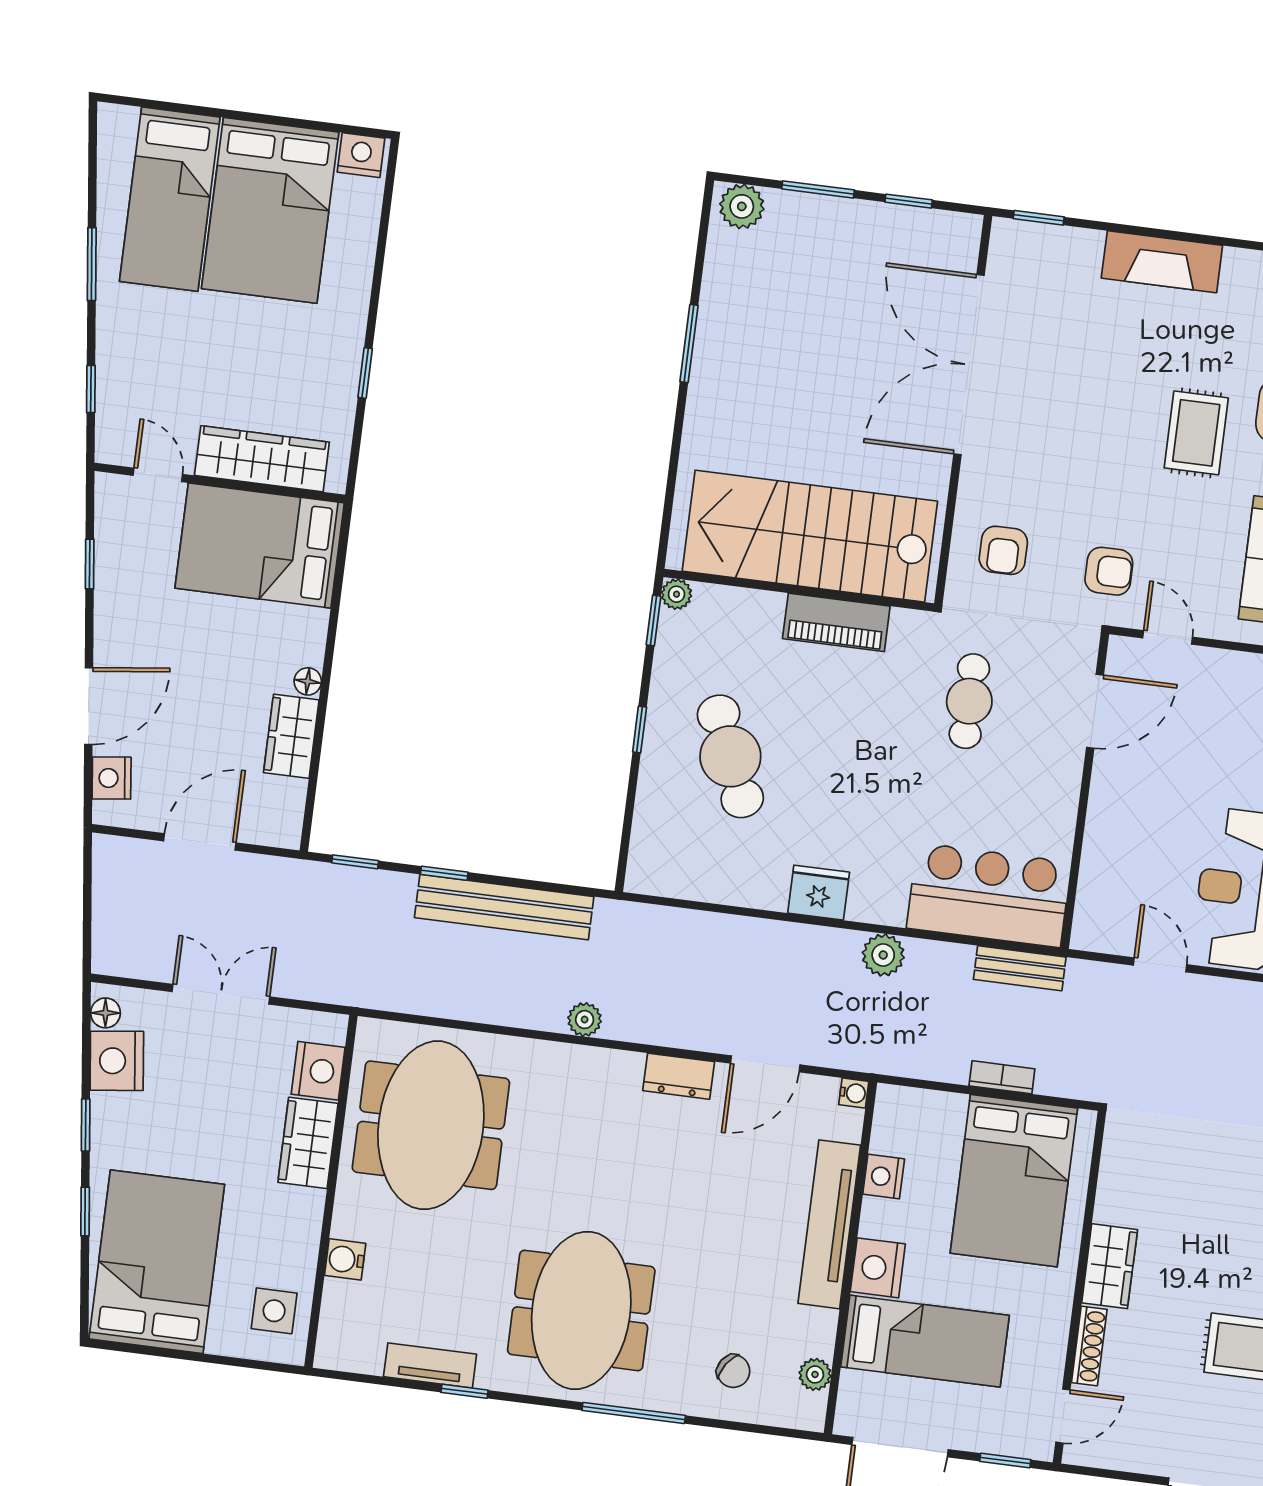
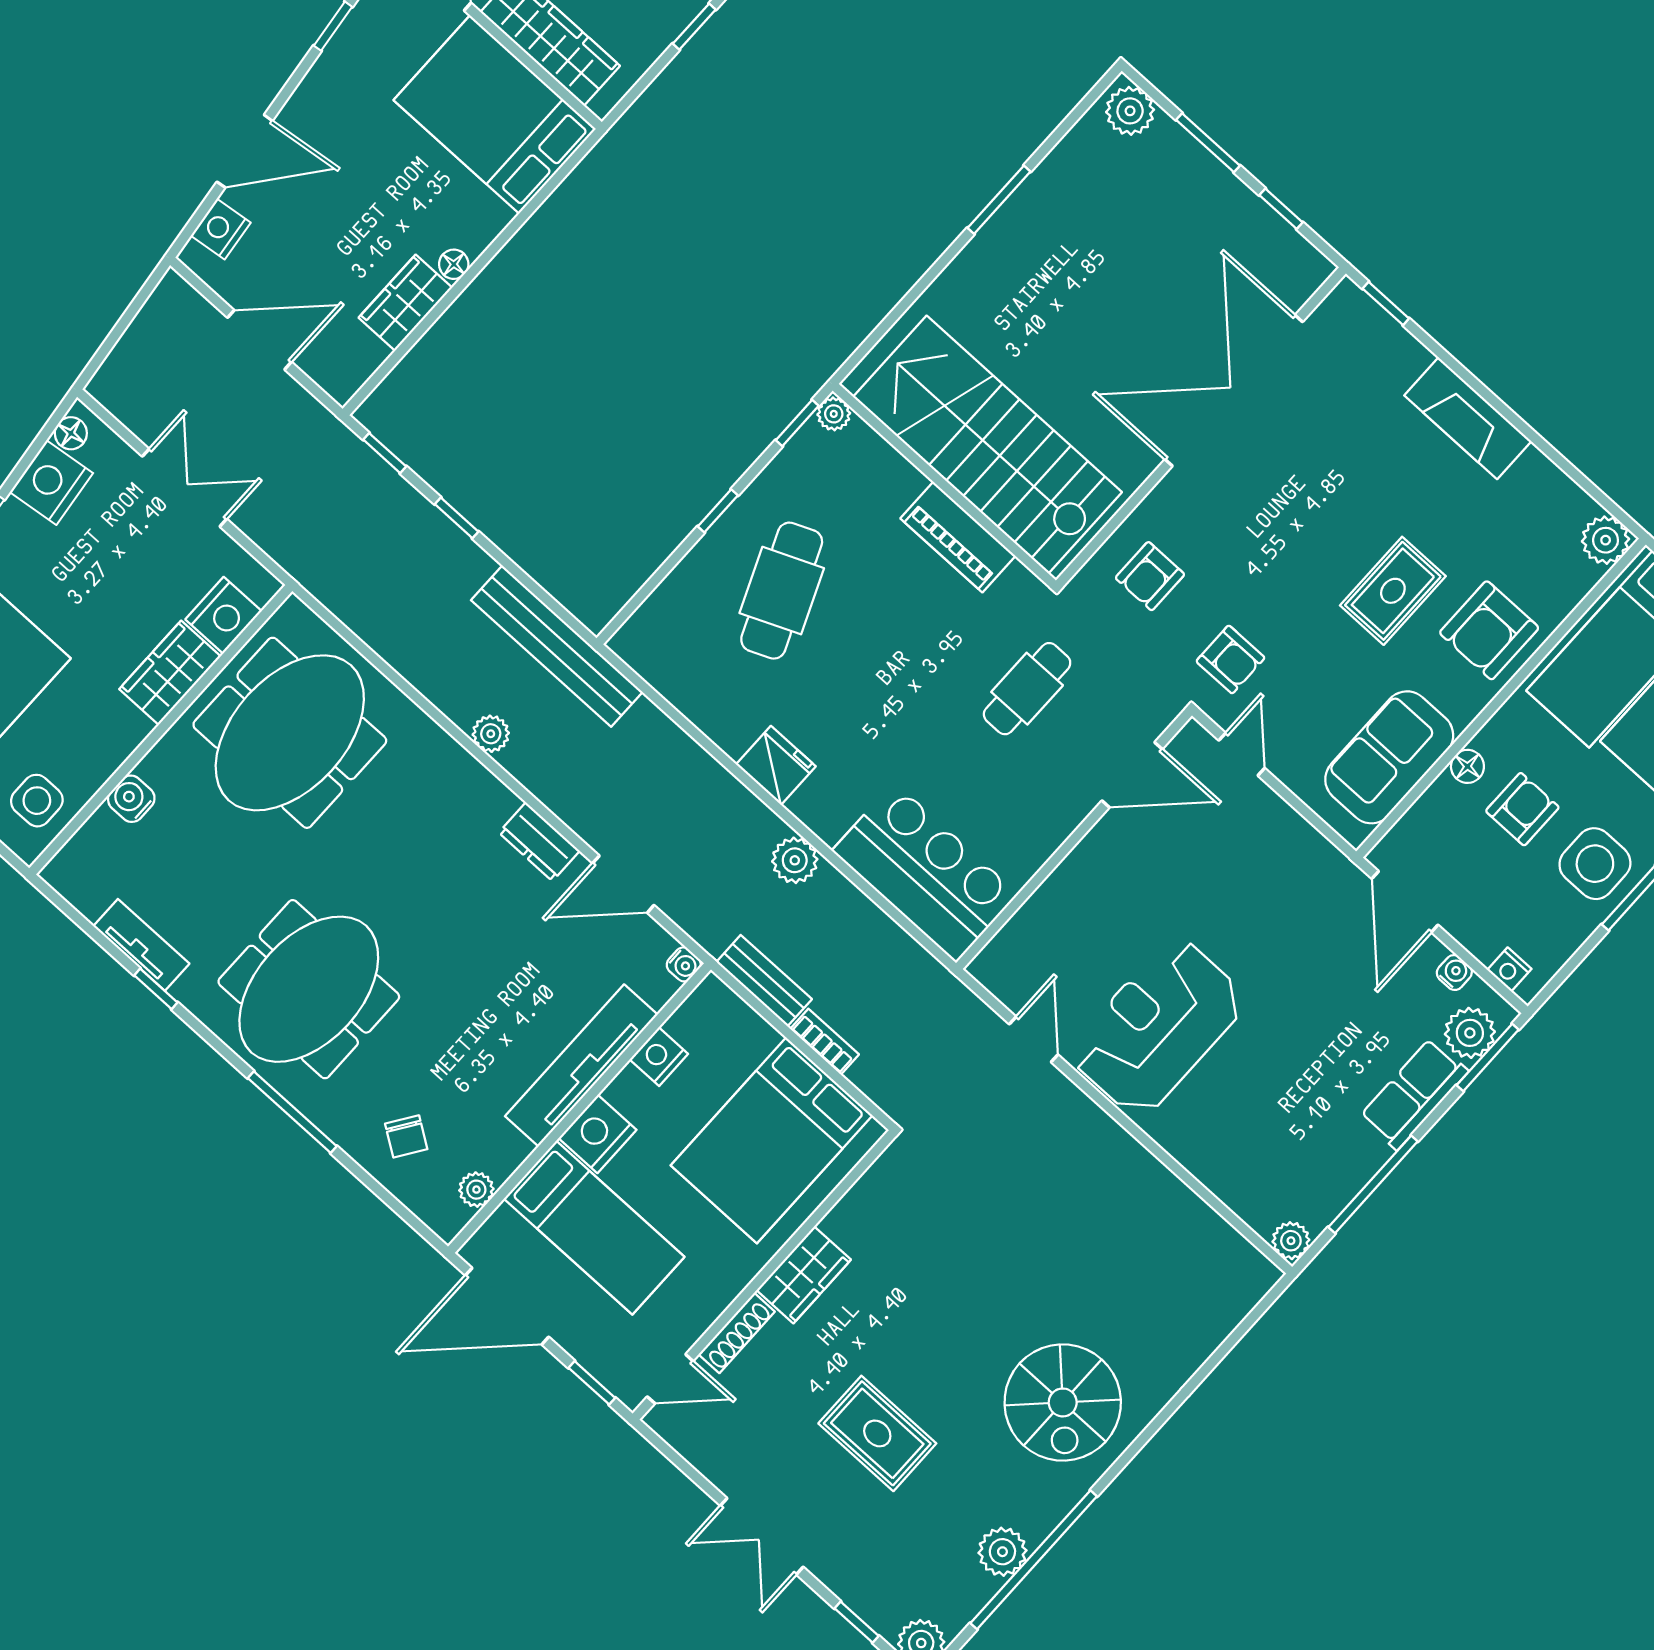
bench: (504, 907) -> (557, 646), moved
bench: (1020, 968) -> (764, 981), moved

